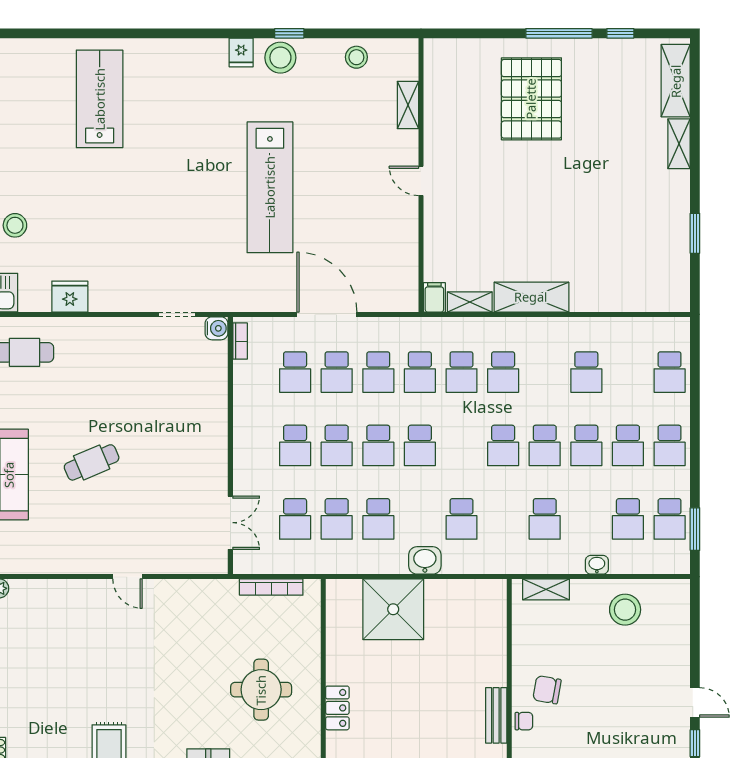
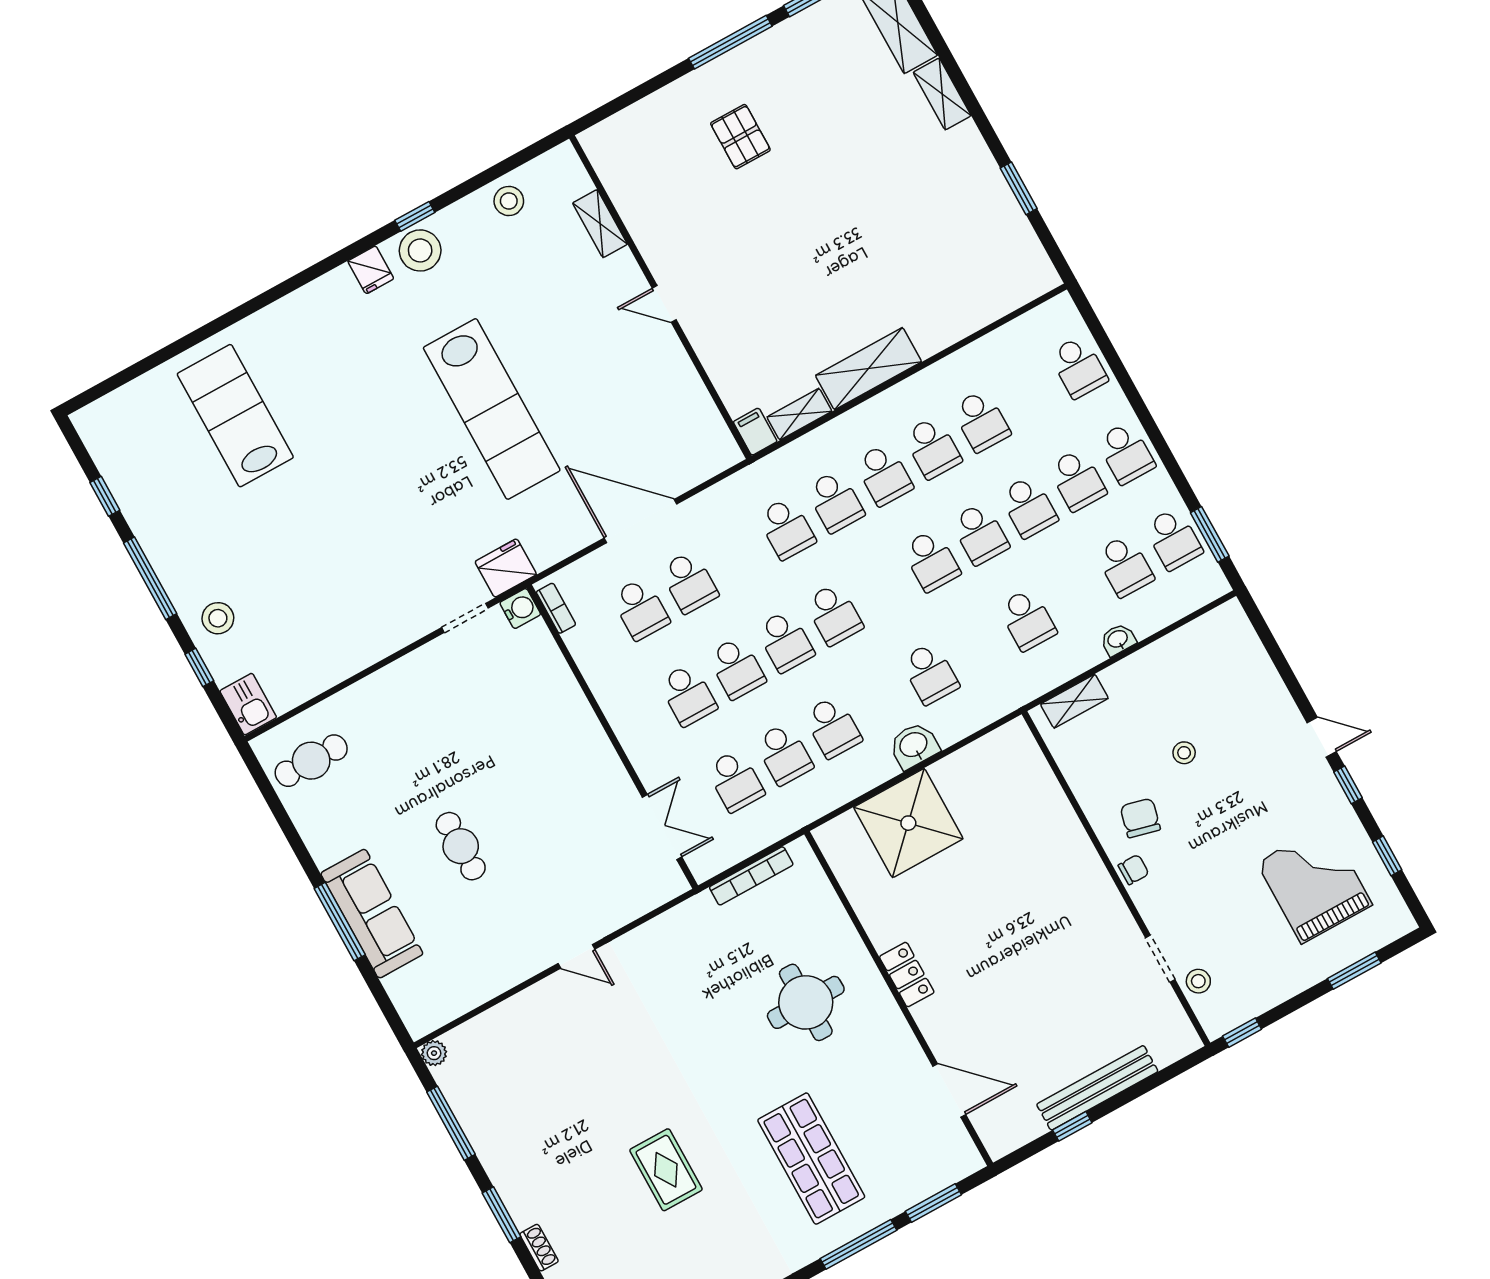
pallet: (531, 99) -> (740, 137), width x0.49, depth x0.50
fridge: (70, 297) -> (506, 568), moved
school desk: (378, 372) -> (932, 448), moved
cafe table: (92, 462) -> (461, 846), turned -67
stool: (625, 610) -> (1184, 753), moved, width x0.53, depth x0.53
chair: (547, 690) -> (1140, 818), turned 94
bench: (496, 715) -> (1097, 881), removed

